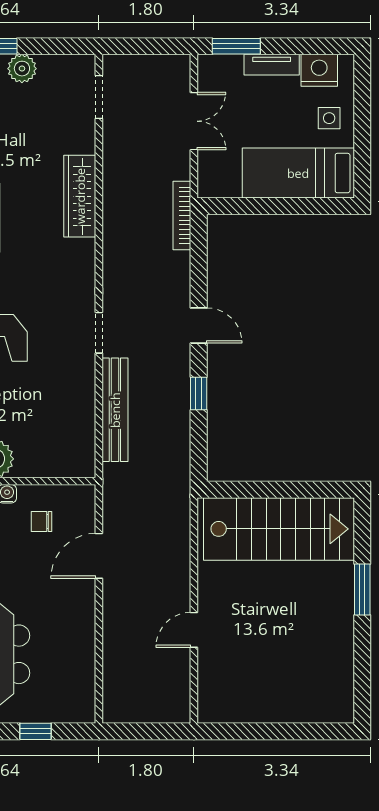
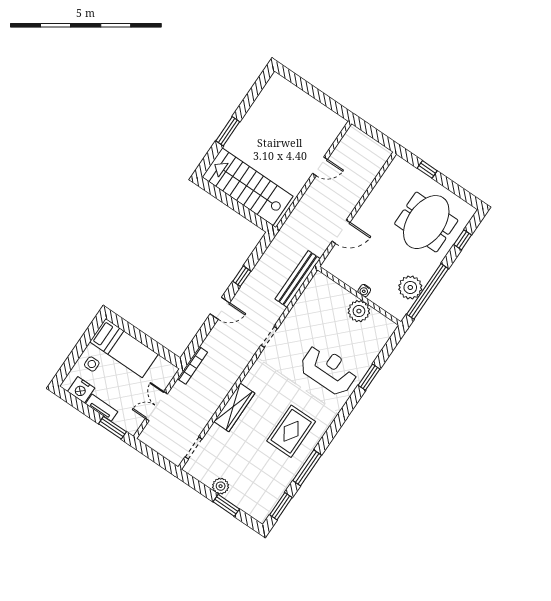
door: (199, 325) -> (220, 308), swing flipped
bench: (115, 410) -> (298, 279), moved
chair: (41, 522) -> (357, 266), removed

